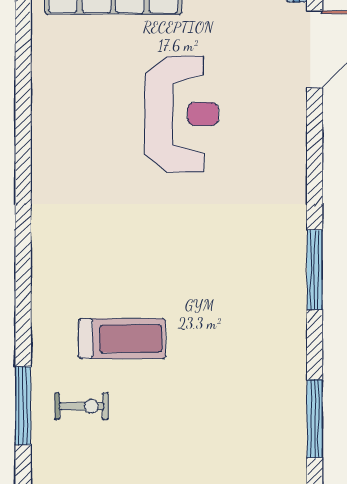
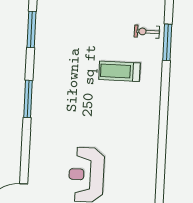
exercise bike: (82, 406) -> (147, 32), moved

